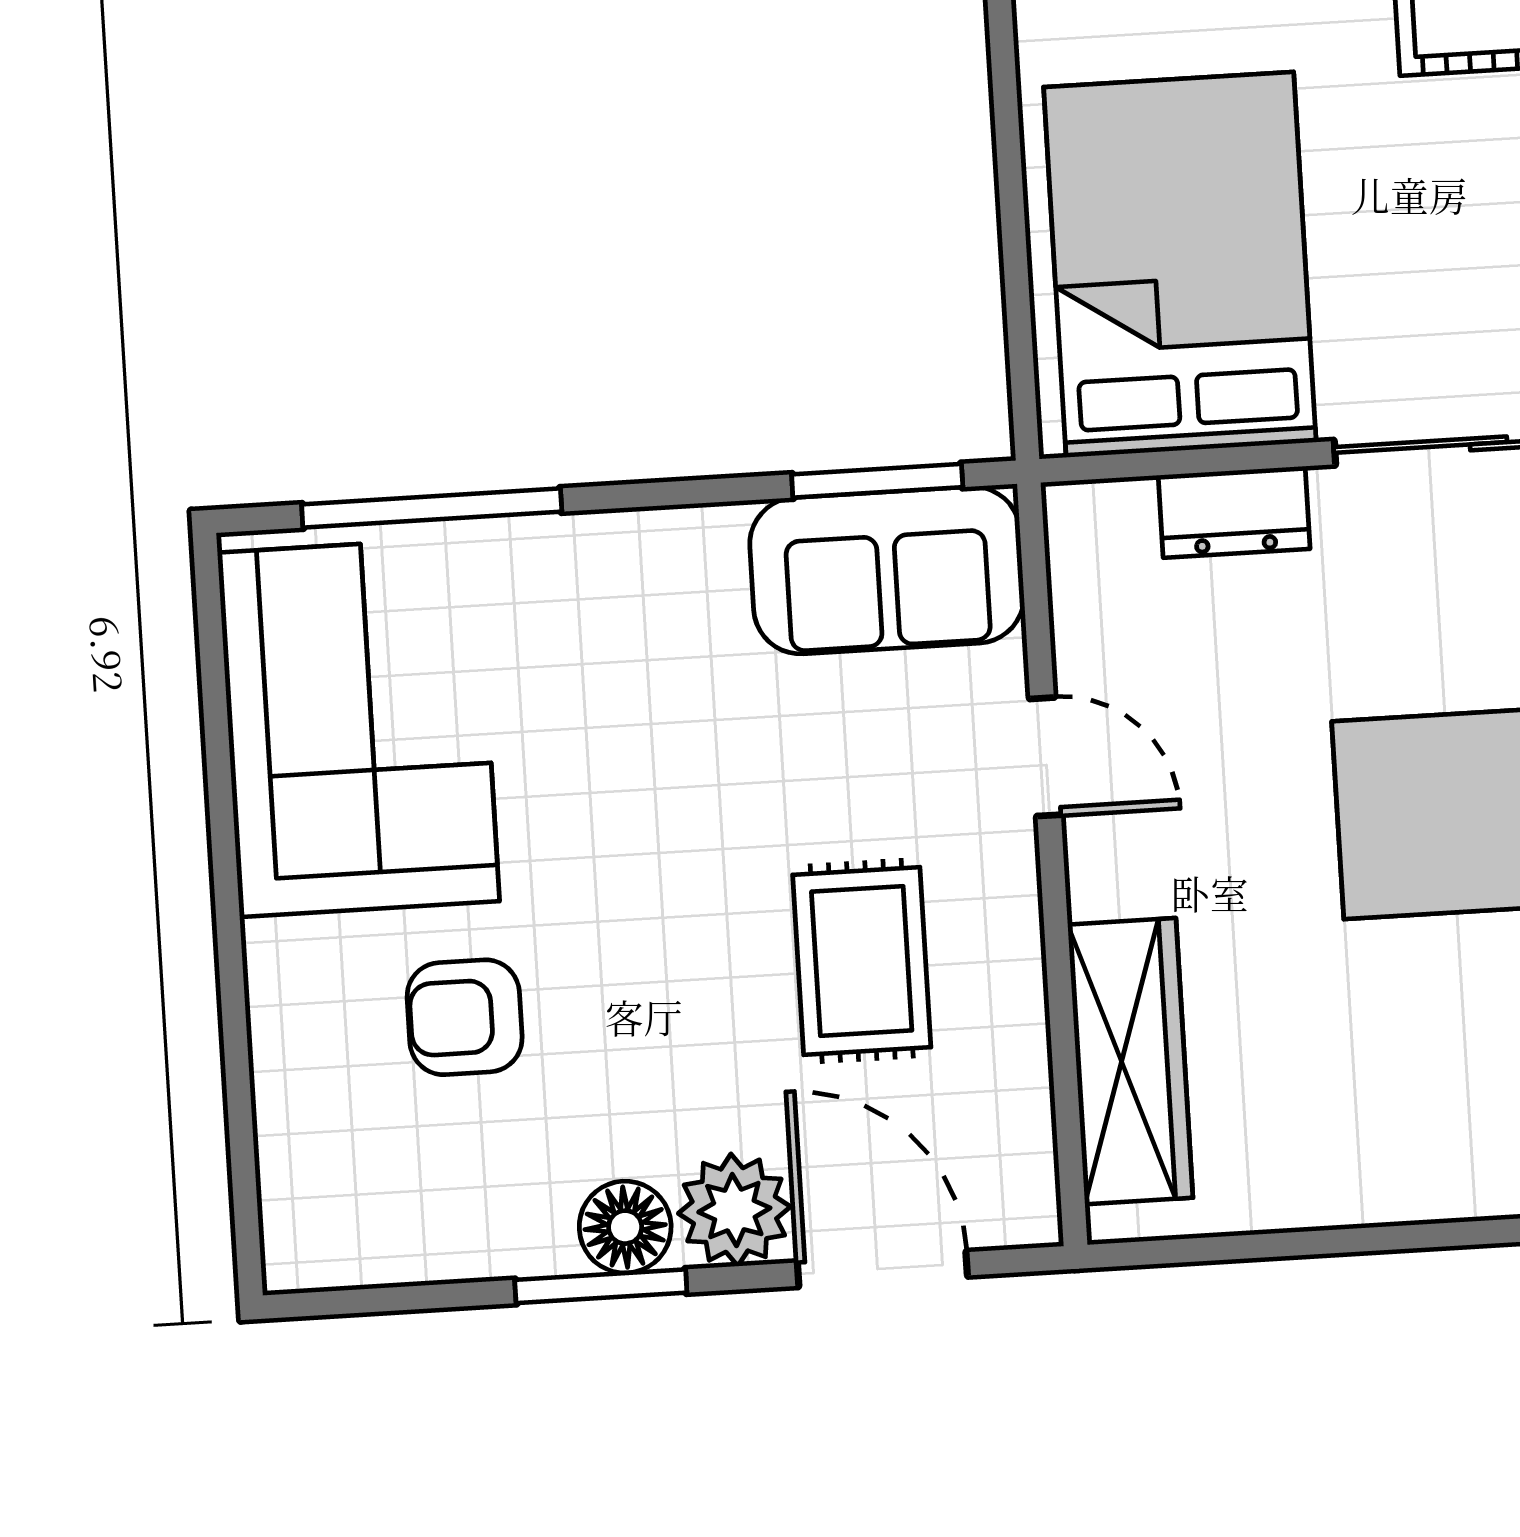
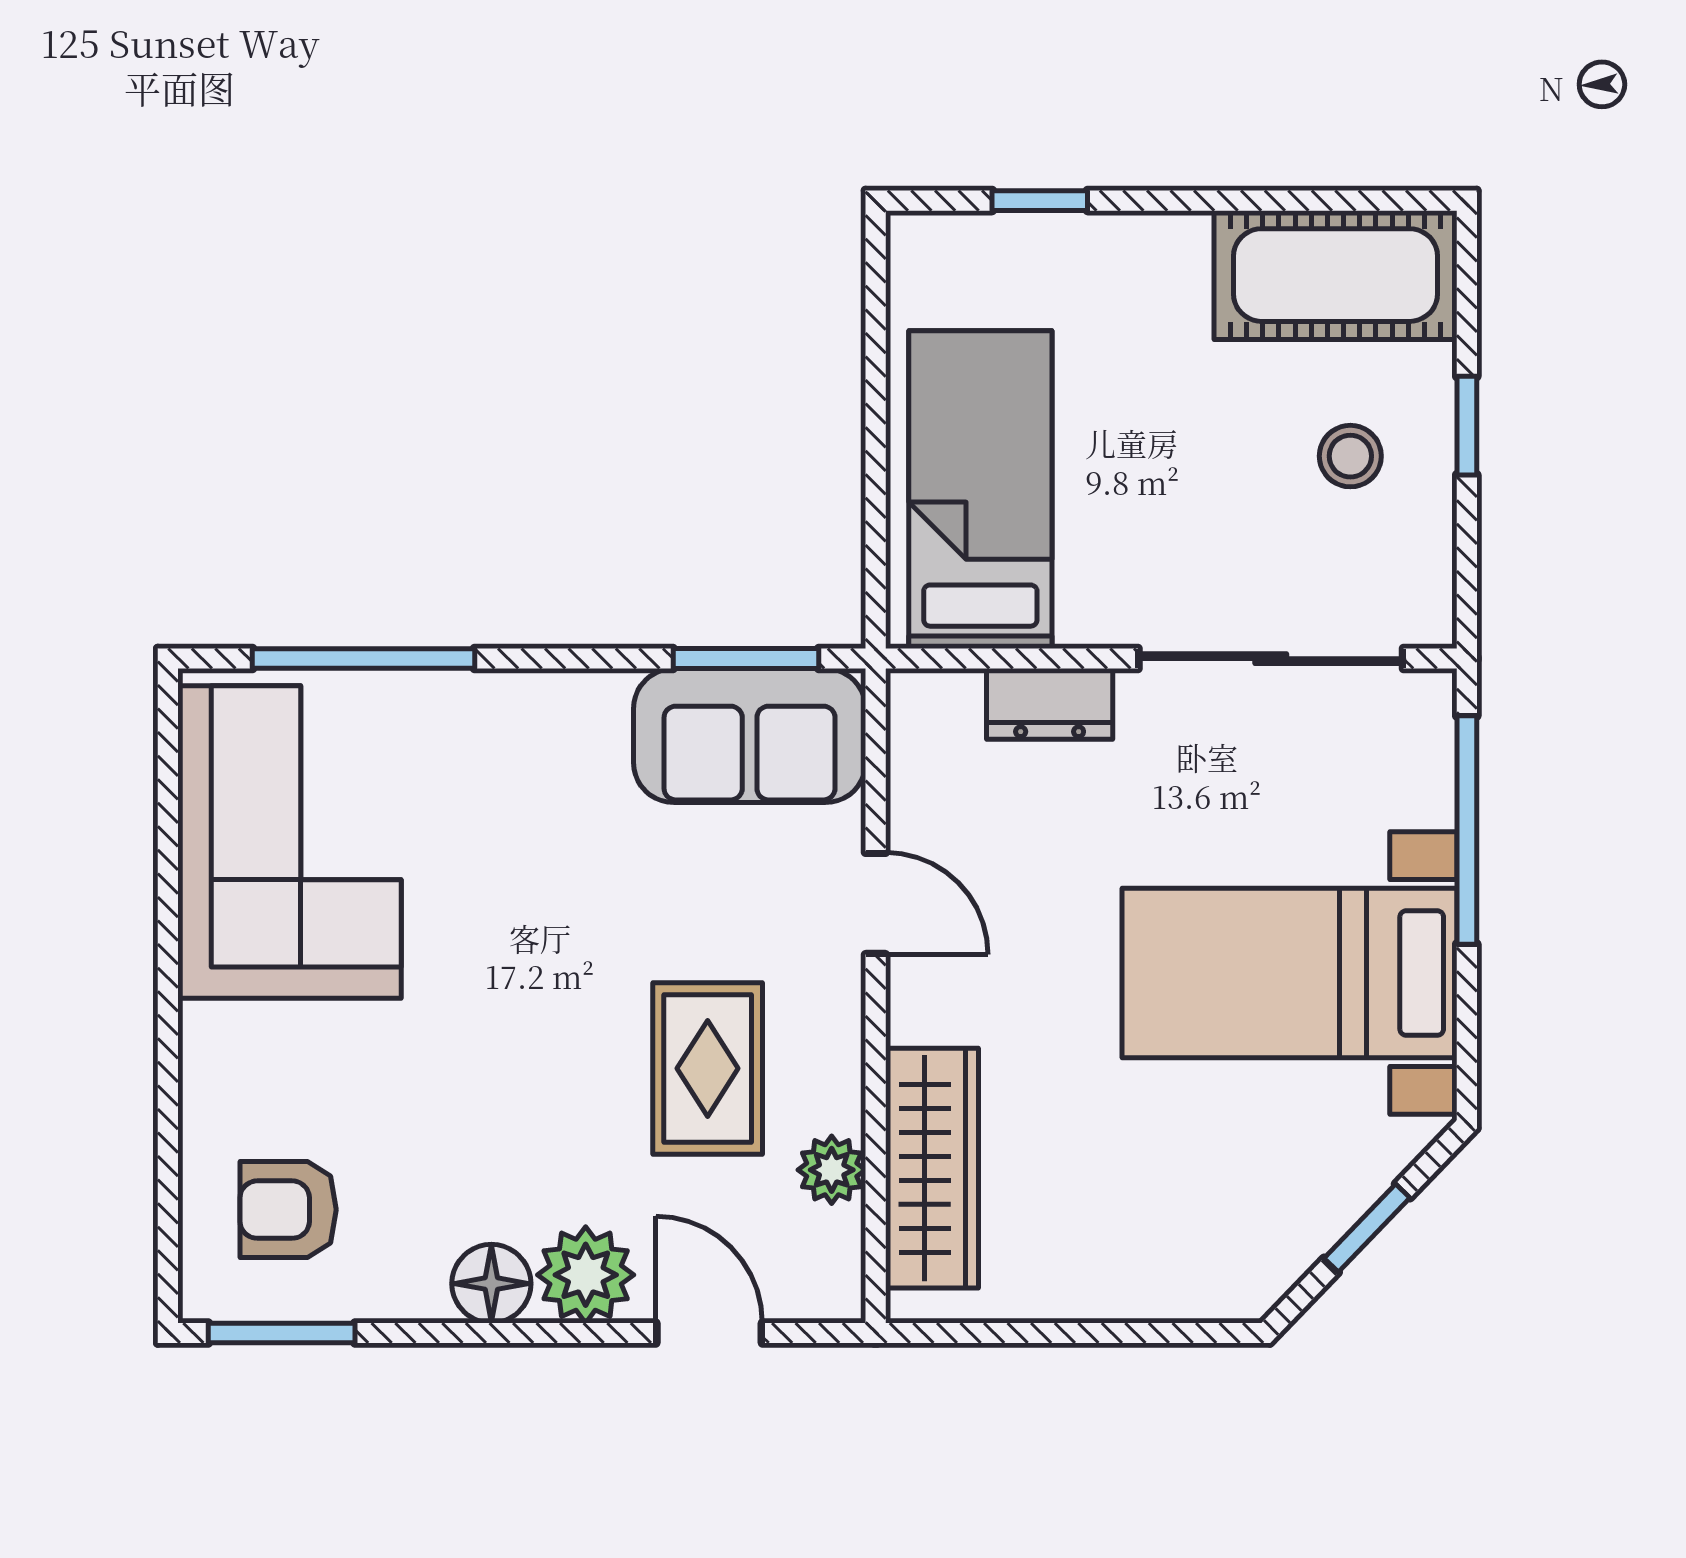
bed: (1180, 265) -> (980, 490), width x0.67
armchair: (465, 1017) -> (288, 1210), moved
plant: (1014, 1070) -> (832, 1170), added
door: (882, 1269) -> (709, 1333), width x0.73
window: (601, 1286) -> (282, 1333), moved

